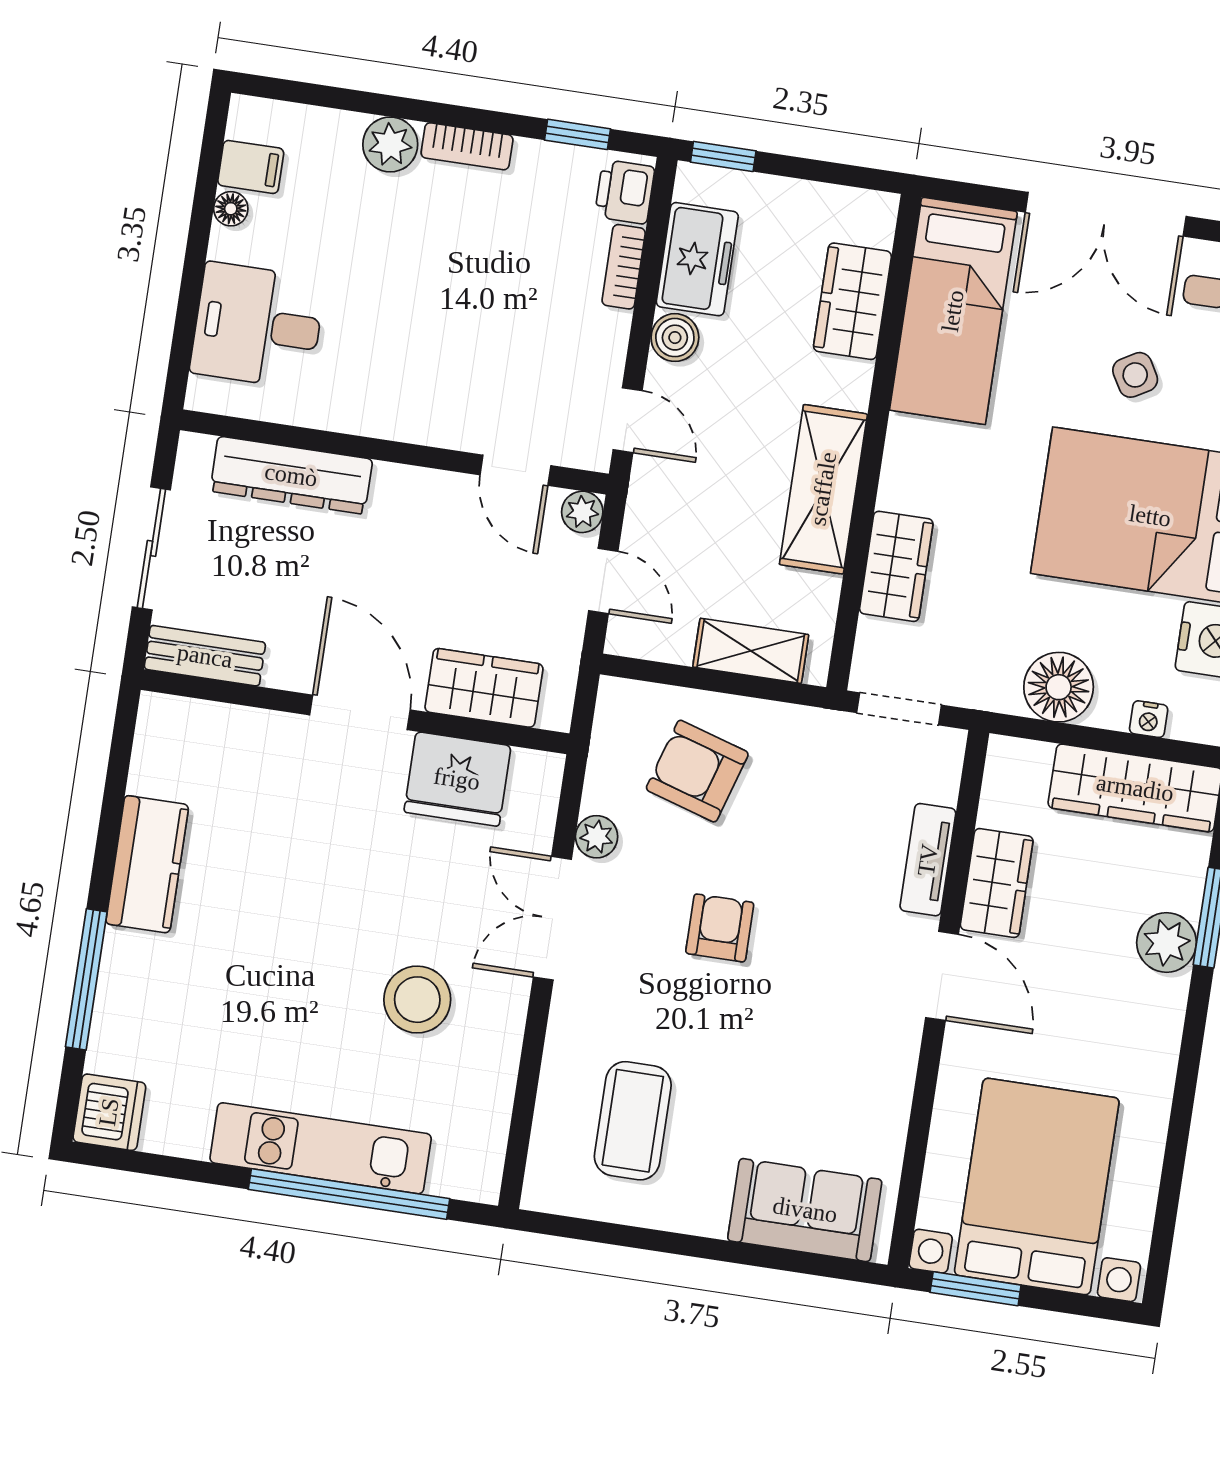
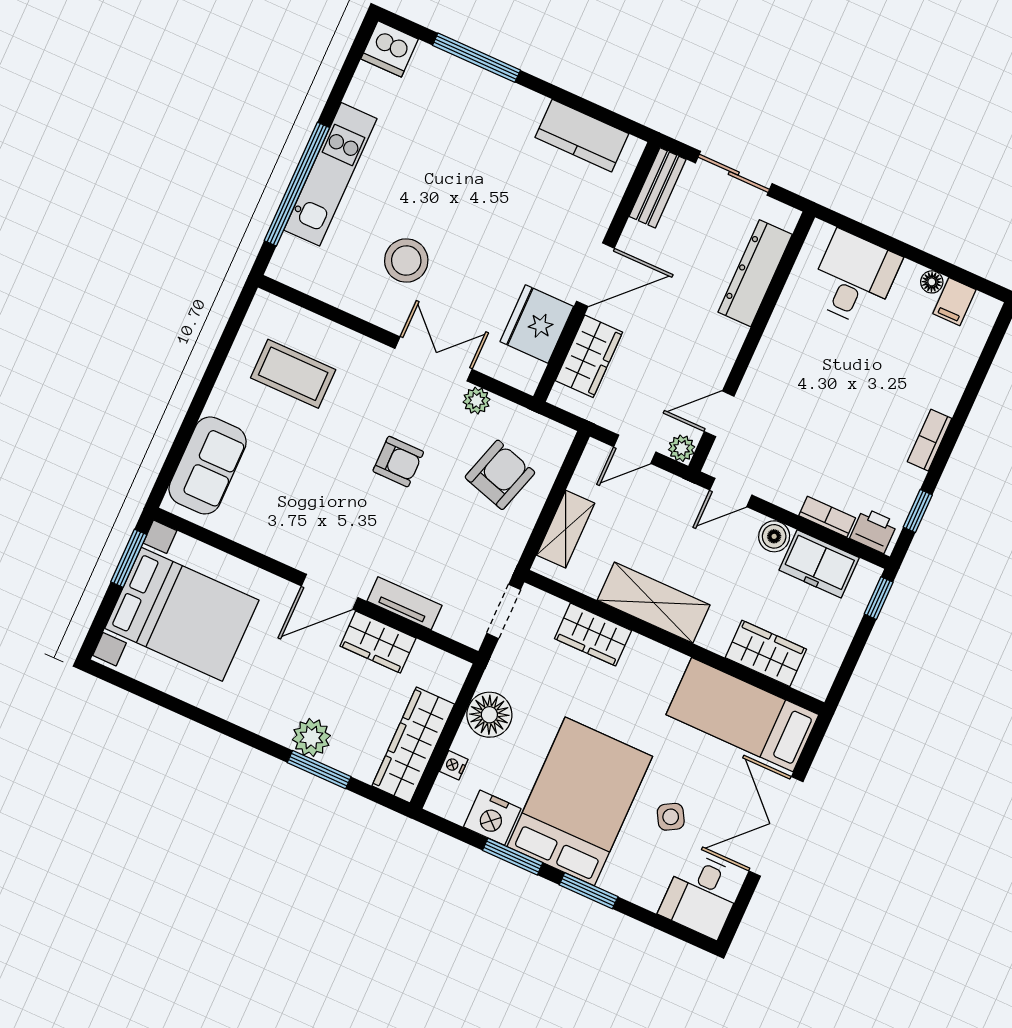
plant: (390, 144) -> (944, 392), removed
kitchen counter: (147, 864) -> (582, 136), moved

